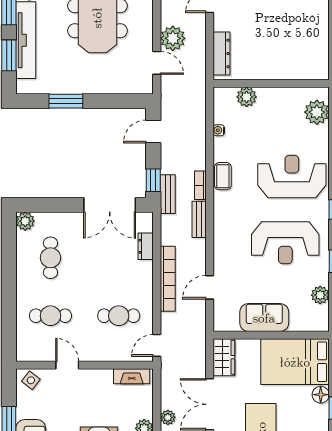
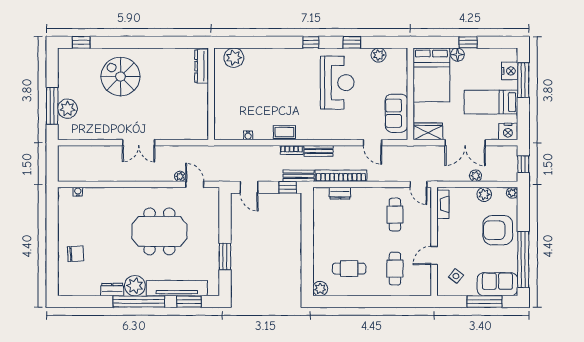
plant: (173, 38) -> (180, 176), width x0.53, depth x0.53
dresser: (222, 53) -> (202, 66), moved, turned -90
door: (157, 63) -> (195, 184), hinge flipped
plant: (247, 97) -> (222, 113), removed
reception desk: (292, 176) -> (285, 77), removed
double door: (110, 205) -> (307, 222), removed
bookcase: (168, 279) -> (341, 176), moved
sofa: (264, 318) -> (396, 113), moved
side table: (31, 380) -> (456, 276), moved

